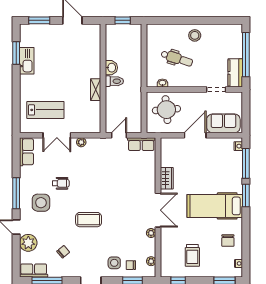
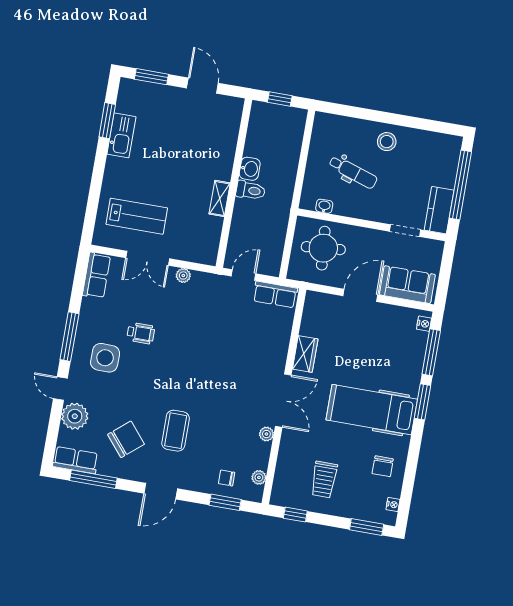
coffee table: (89, 220) -> (176, 431), moved, turned 90
chair: (63, 252) -> (126, 439), width x1.87, depth x1.87
side table: (114, 263) -> (202, 470), removed

